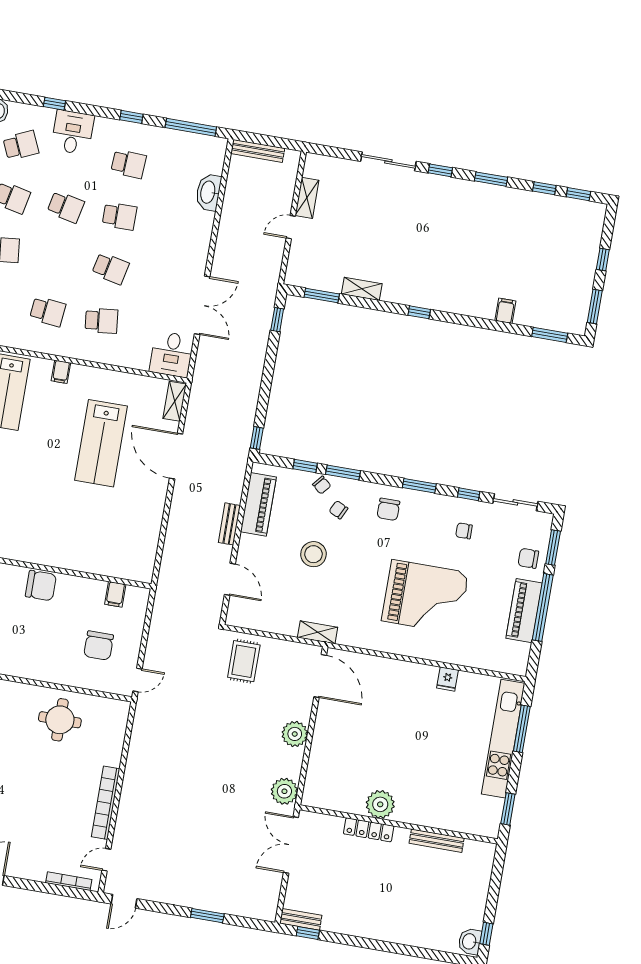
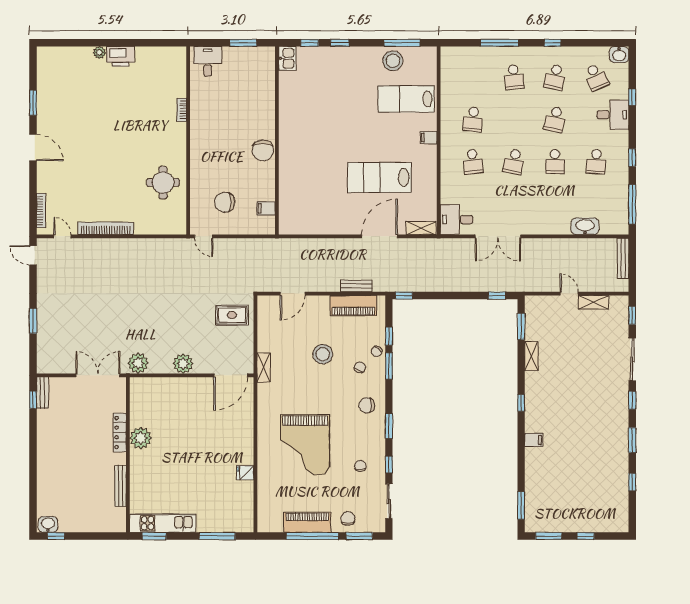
window: (578, 194) -> (632, 315), moved
filing cabinet: (505, 311) -> (534, 440), moved
bench: (229, 524) -> (356, 286), moved
kitchen unit: (503, 739) -> (163, 523), moved, width x0.73

